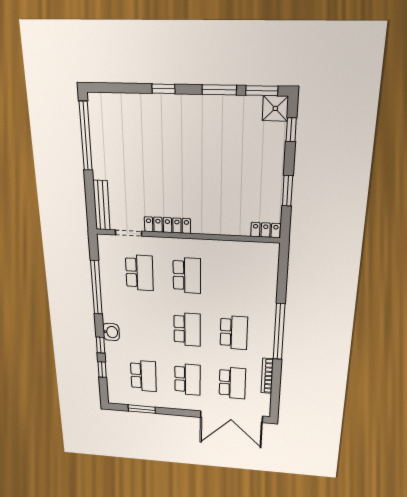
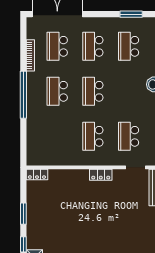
window: (287, 191) -> (23, 214), moved
locker: (167, 225) -> (101, 175), width x0.66

